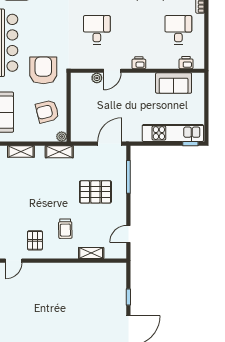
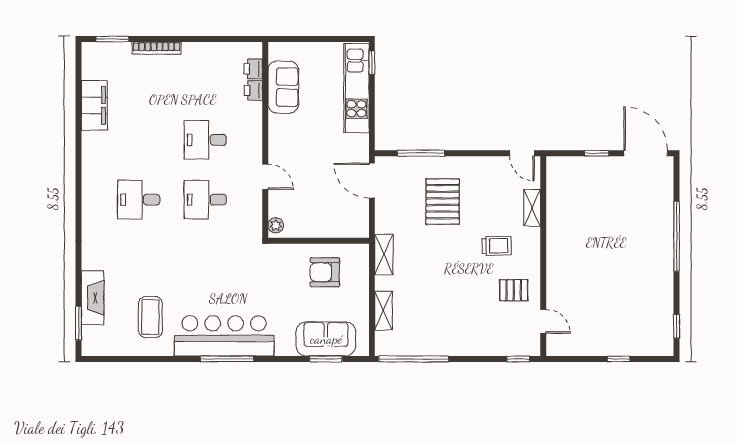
desk: (178, 30) -> (205, 140), moved
printer: (139, 63) -> (253, 90), moved
armchair: (43, 70) -> (265, 278), removed
plant: (97, 78) -> (276, 225), moved
armchair: (47, 111) -> (325, 272), turned 104
plant: (62, 137) -> (362, 251), removed
door: (128, 234) -> (522, 153), moved

